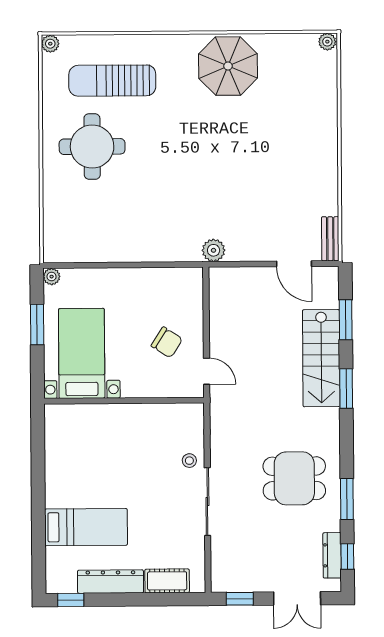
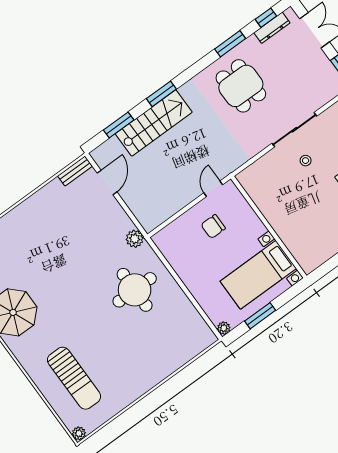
round table: (92, 147) -> (135, 290), moved
chair: (167, 342) -> (213, 227), turned -123
stool: (189, 461) -> (306, 161), moved

